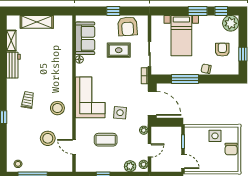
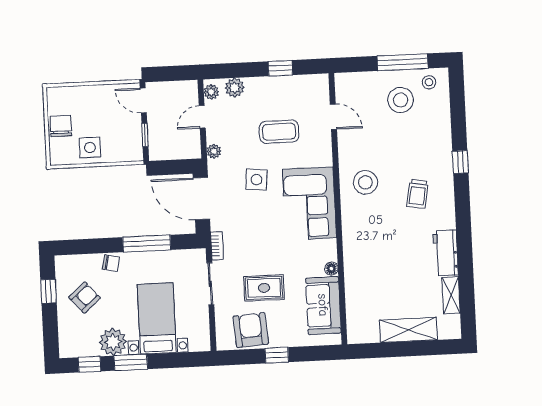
plant: (231, 23) -> (113, 342), moved
armchair: (222, 50) -> (85, 298), turned -131
stool: (48, 138) -> (401, 100), moved

